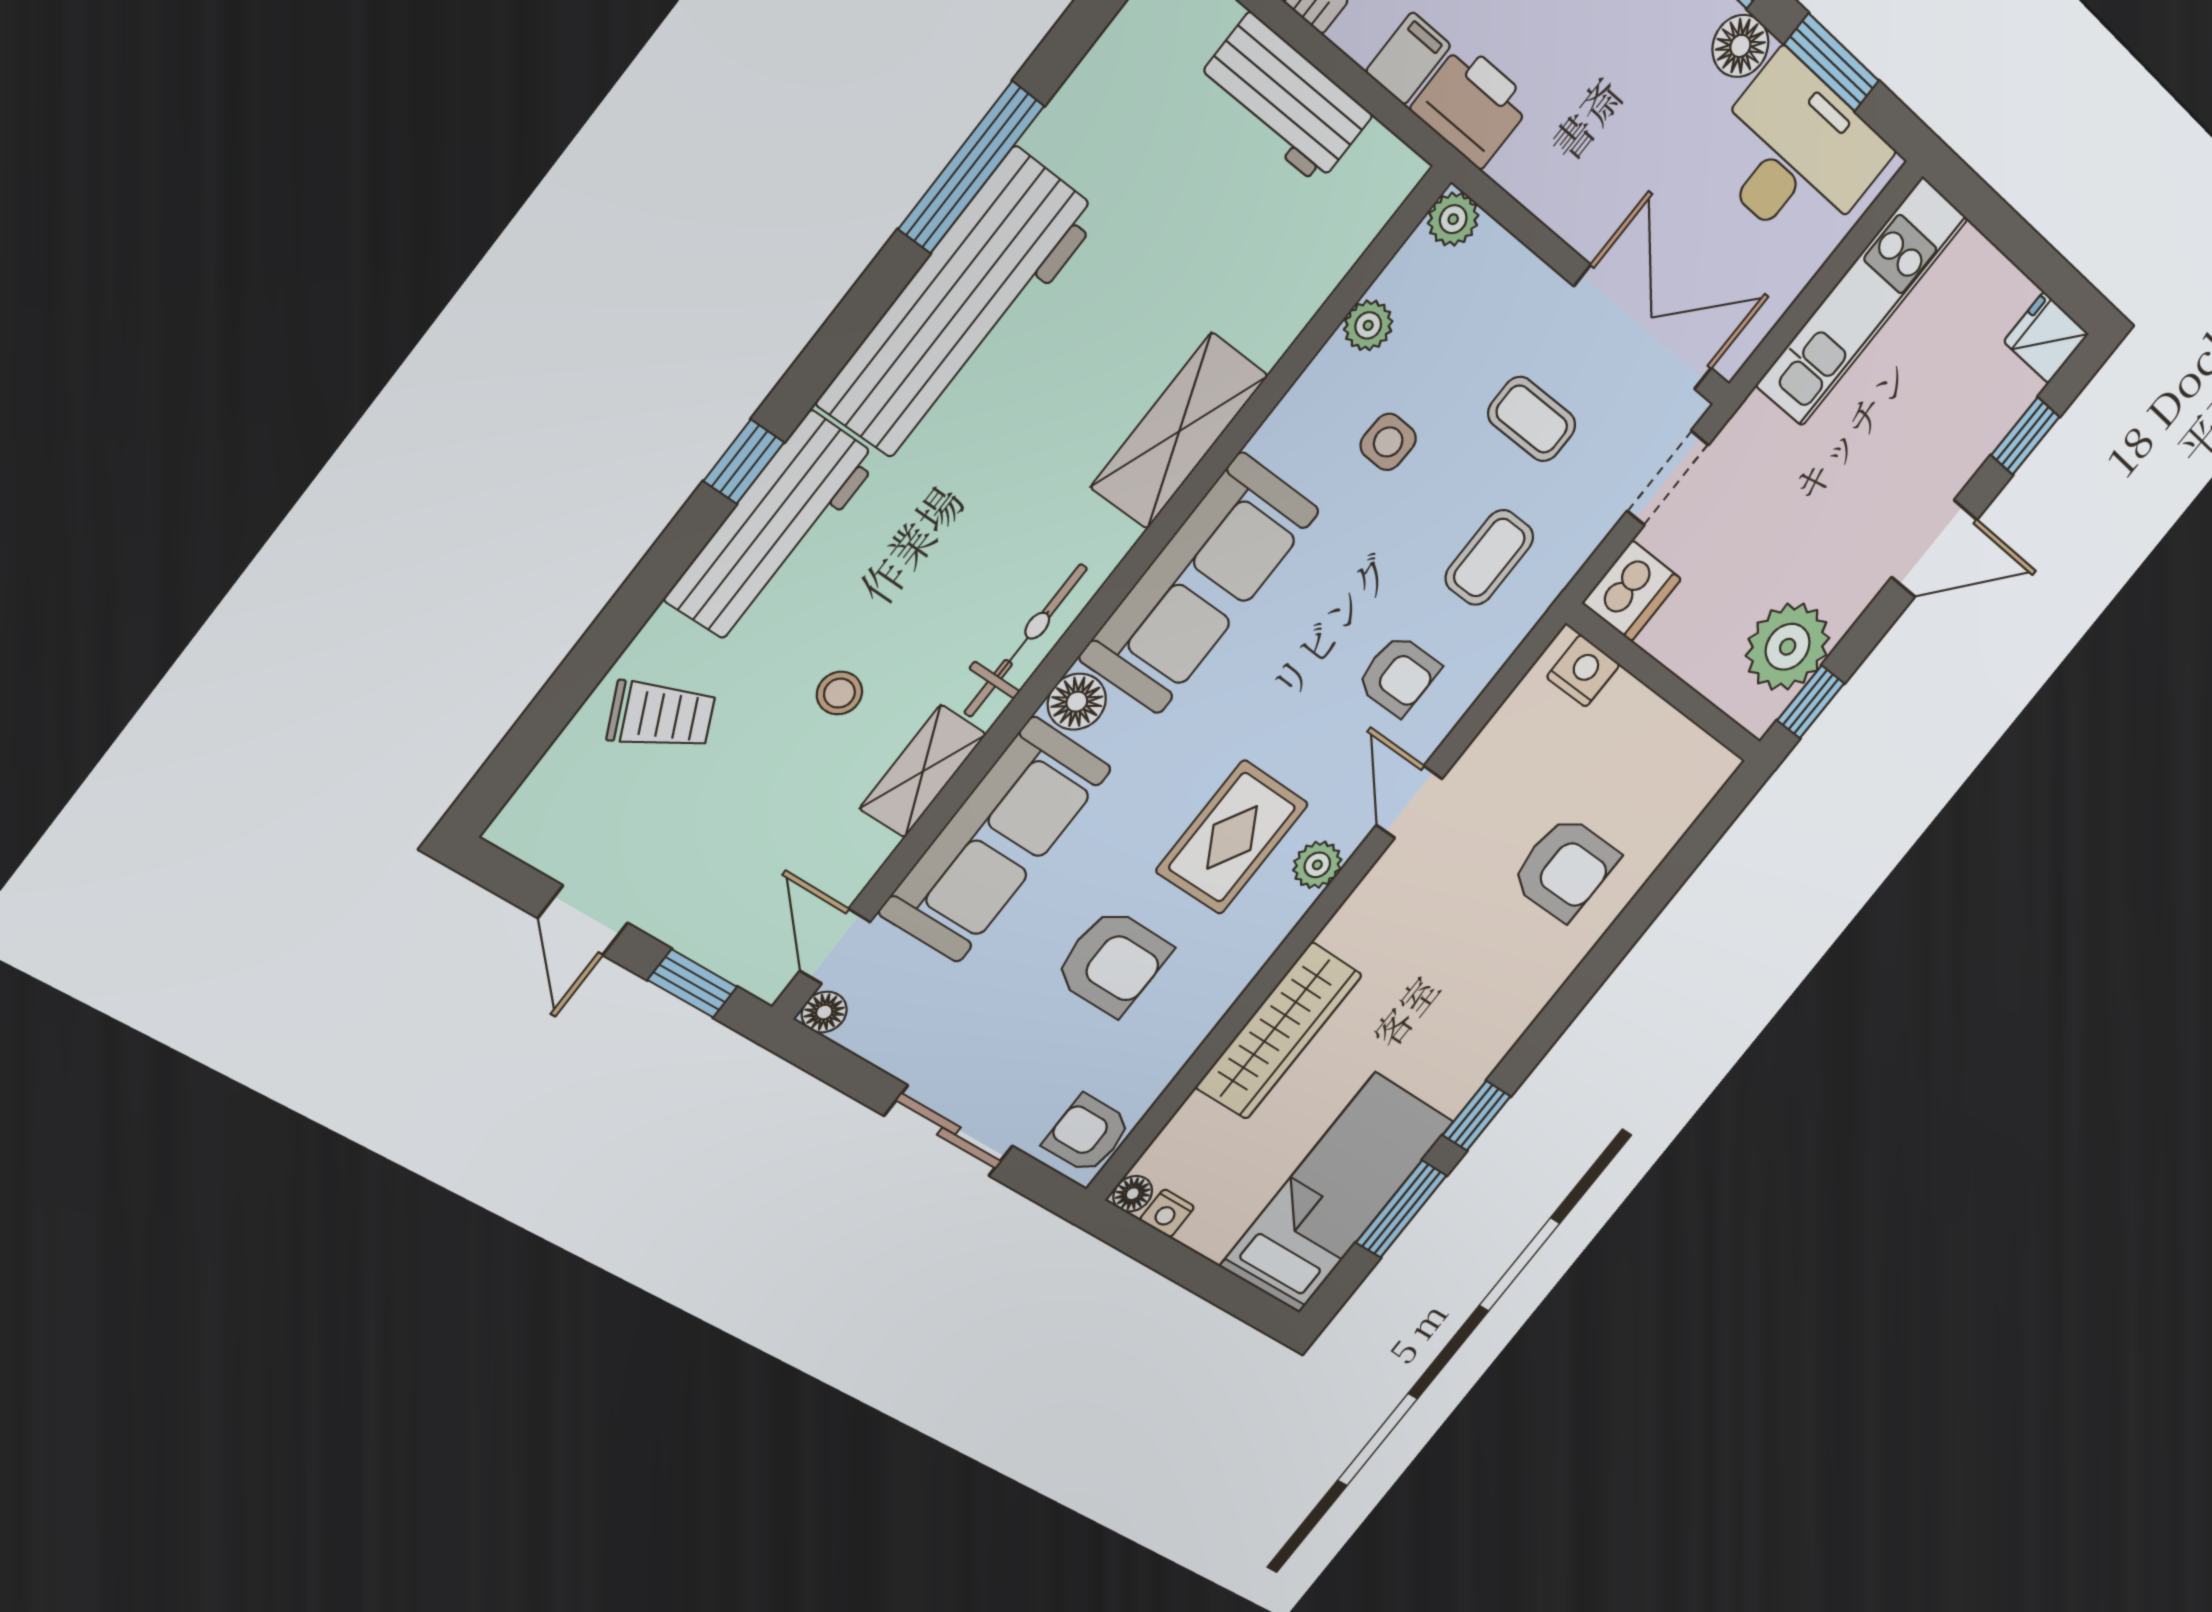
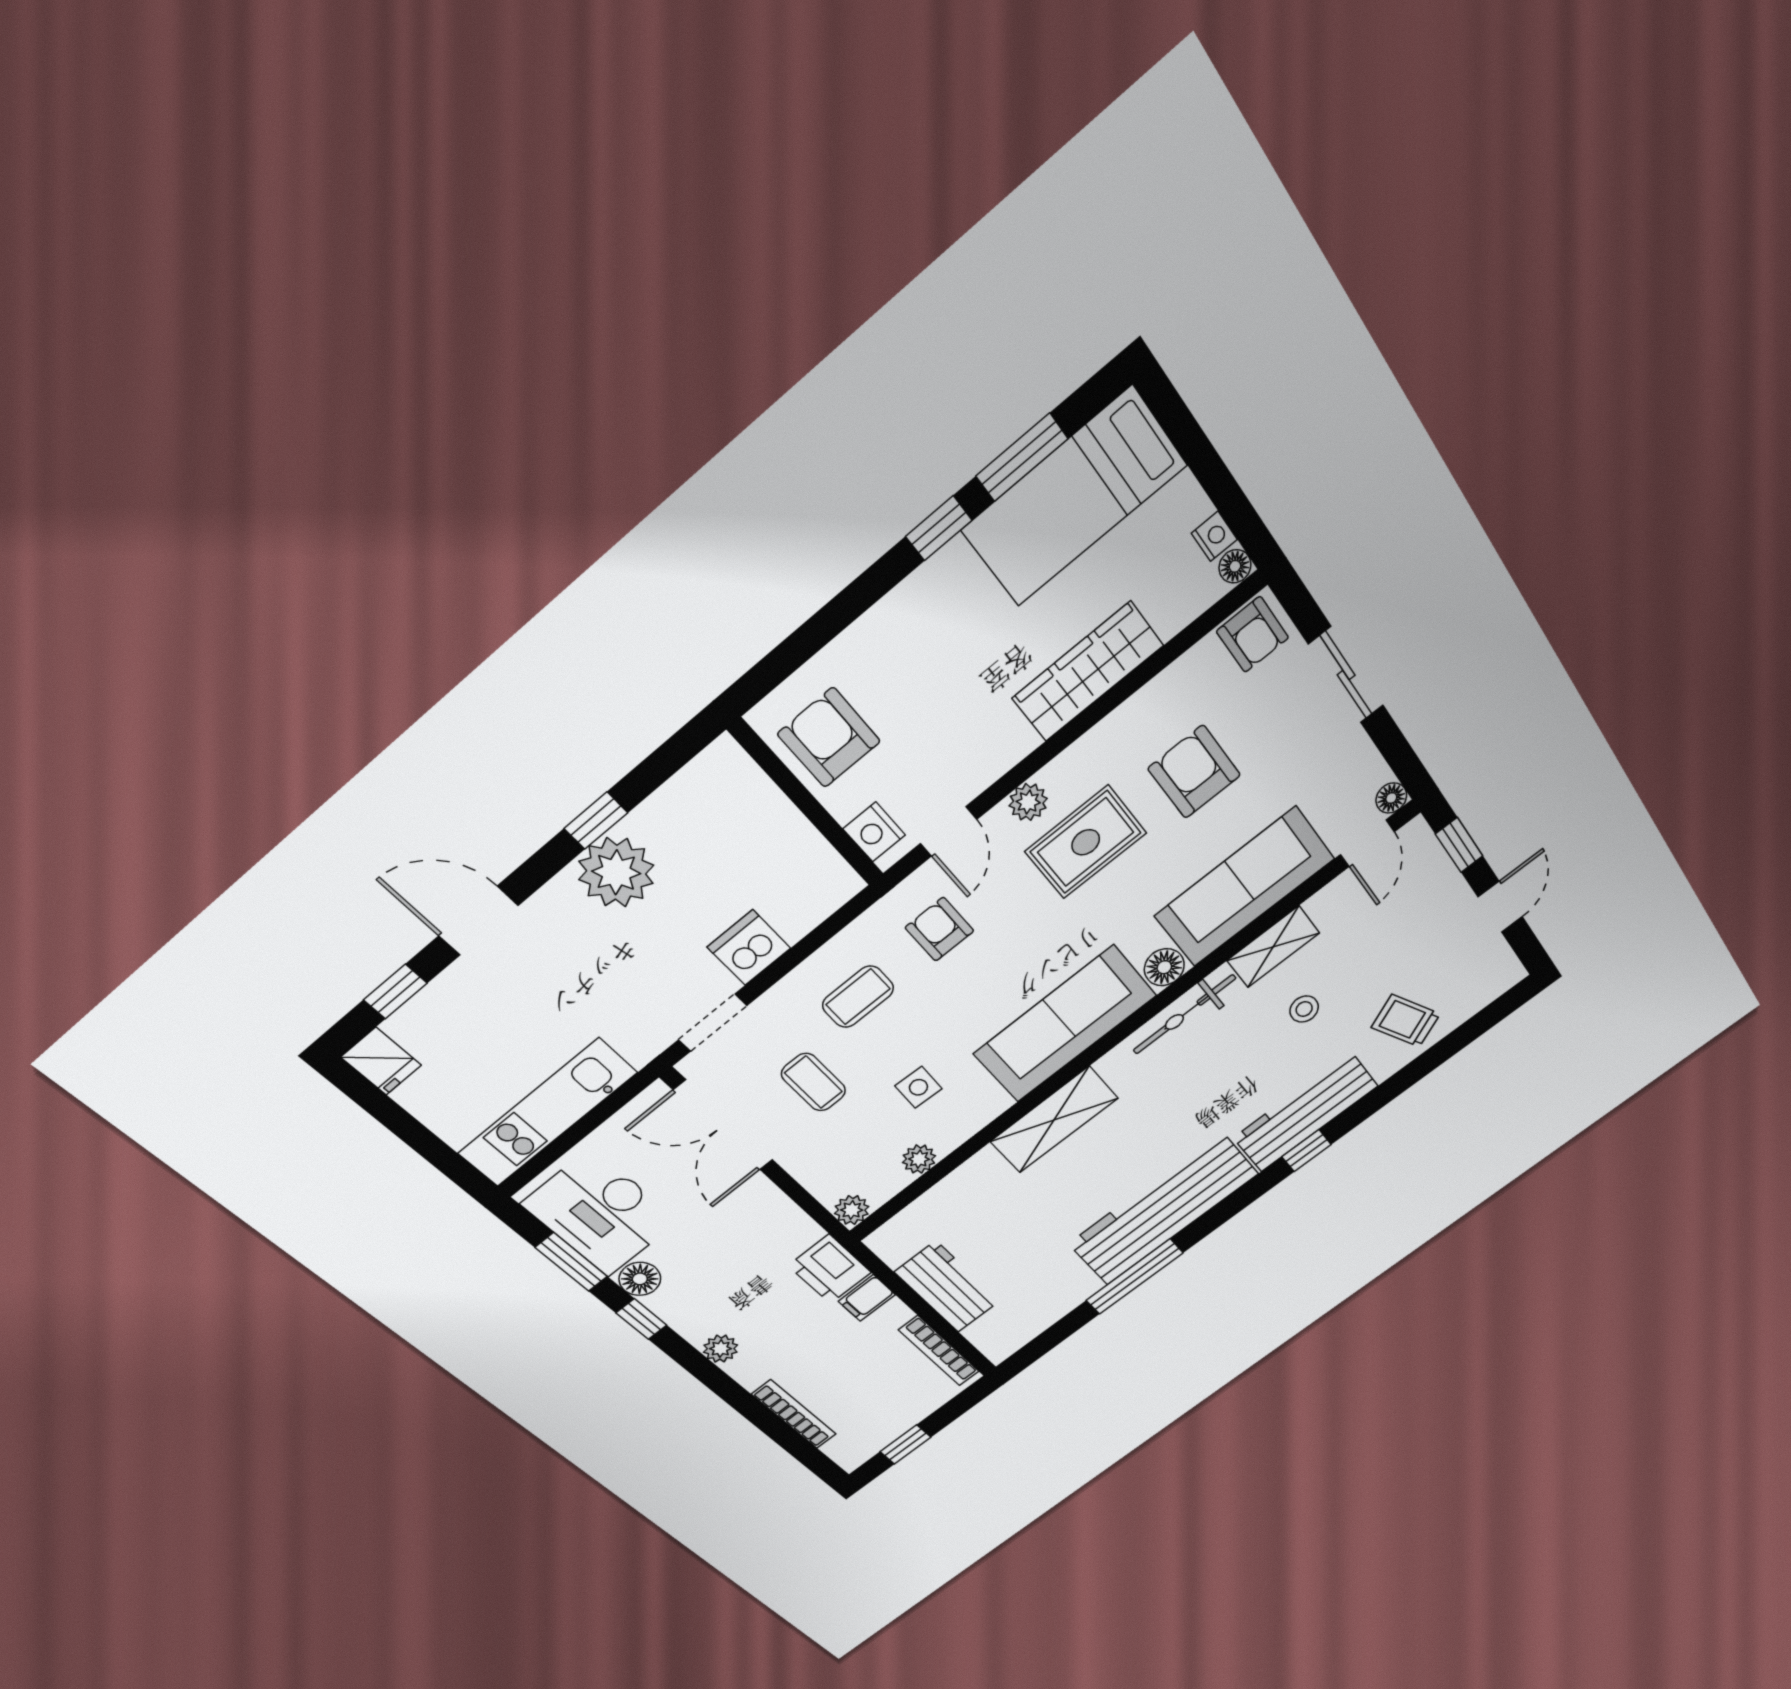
nightstand: (1583, 671) -> (874, 832), moved
wall: (1665, 683) -> (807, 803), moved

